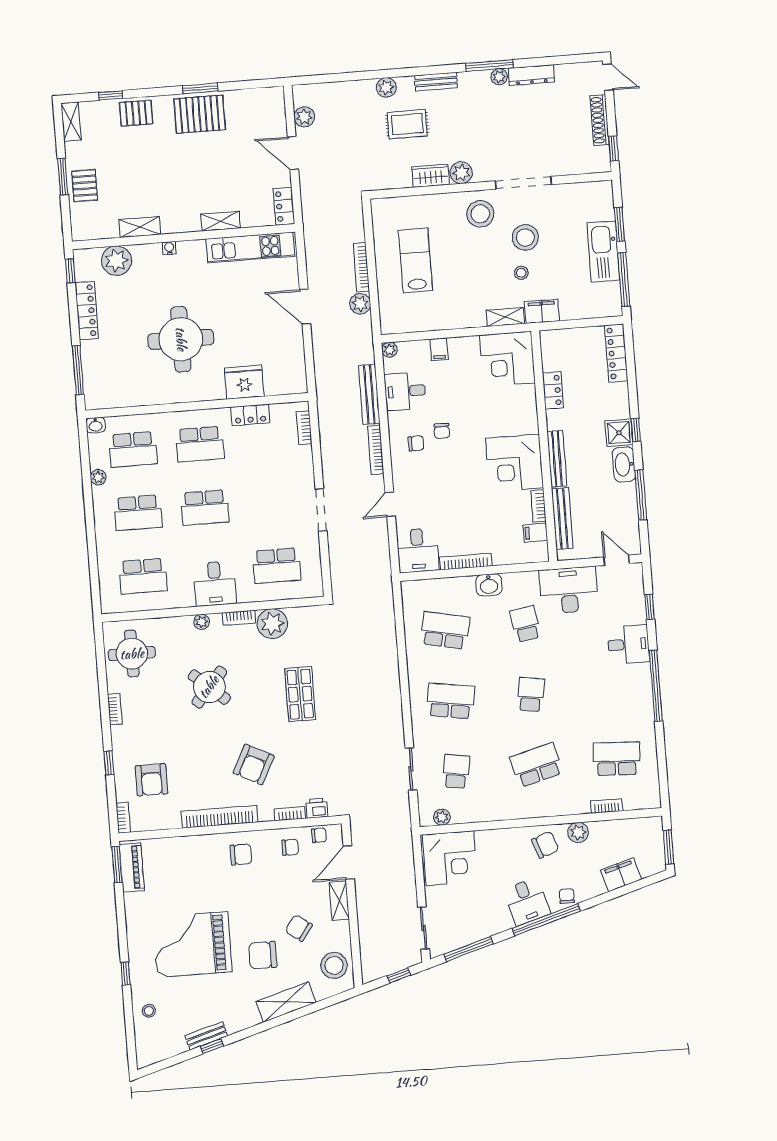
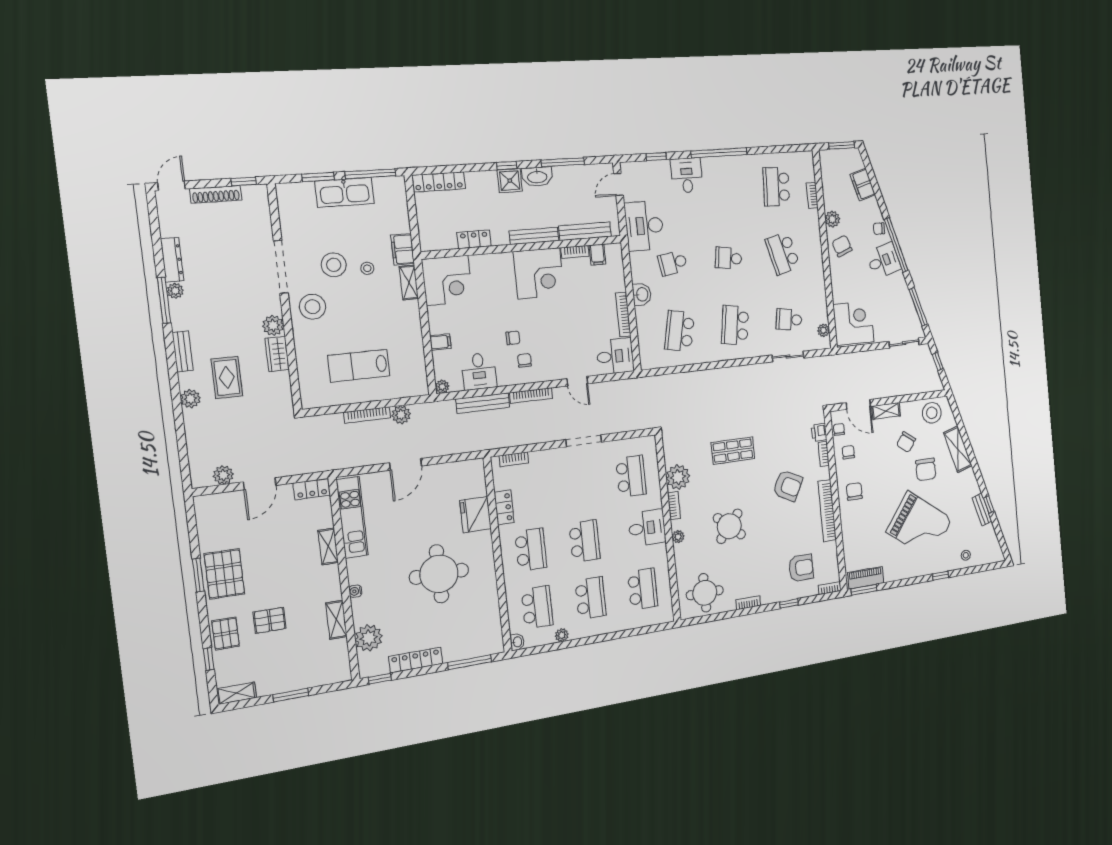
pallet: (85, 186) -> (270, 620), moved
grand piano: (192, 945) -> (919, 525), turned -53

